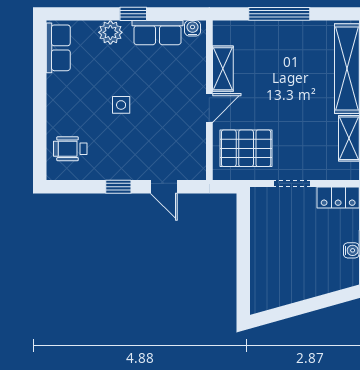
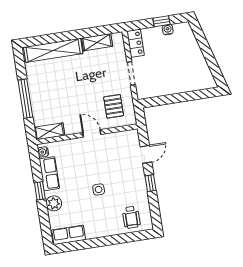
shelving: (223, 69) -> (49, 131), moved
pallet: (246, 148) -> (114, 106), width x0.67, depth x0.71

